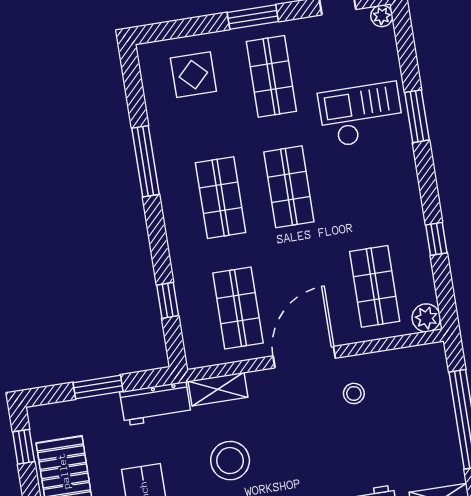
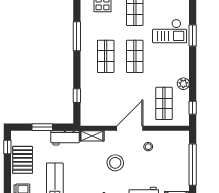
checkout: (361, 115) -> (170, 31), turned 180
window: (436, 239) -> (193, 108), moved
shop shelf: (238, 308) -> (106, 103), removed
plant: (426, 318) -> (183, 84), moved
stool: (230, 461) -> (115, 163), moved

